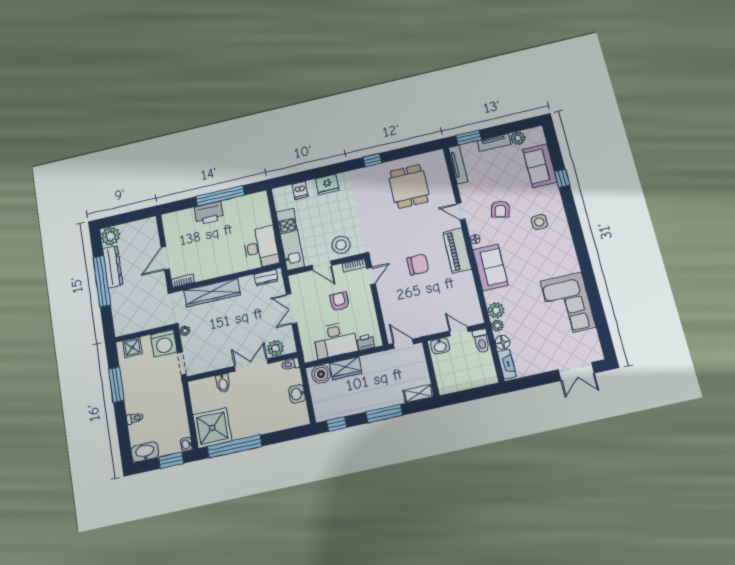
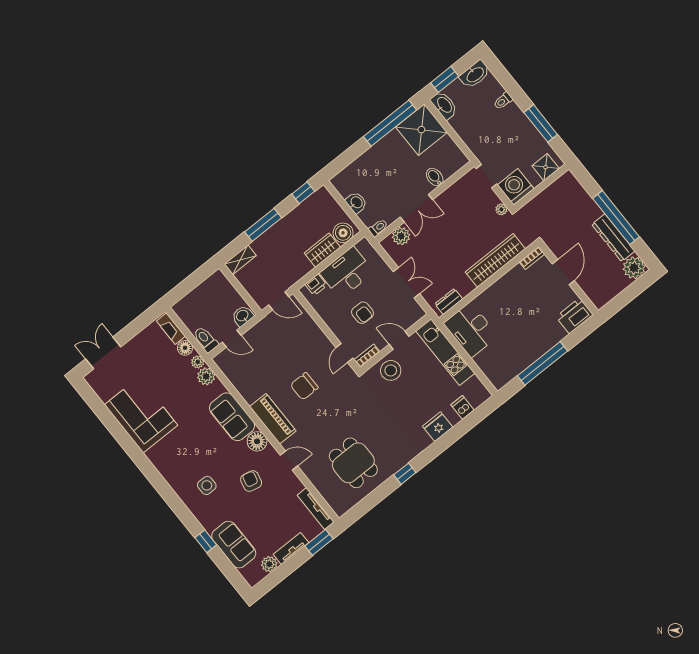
printer: (209, 213) -> (574, 316), moved
floor lamp: (475, 239) -> (257, 441), width x1.89, depth x1.89
washbasin: (186, 444) -> (444, 105), width x1.91, depth x1.45

